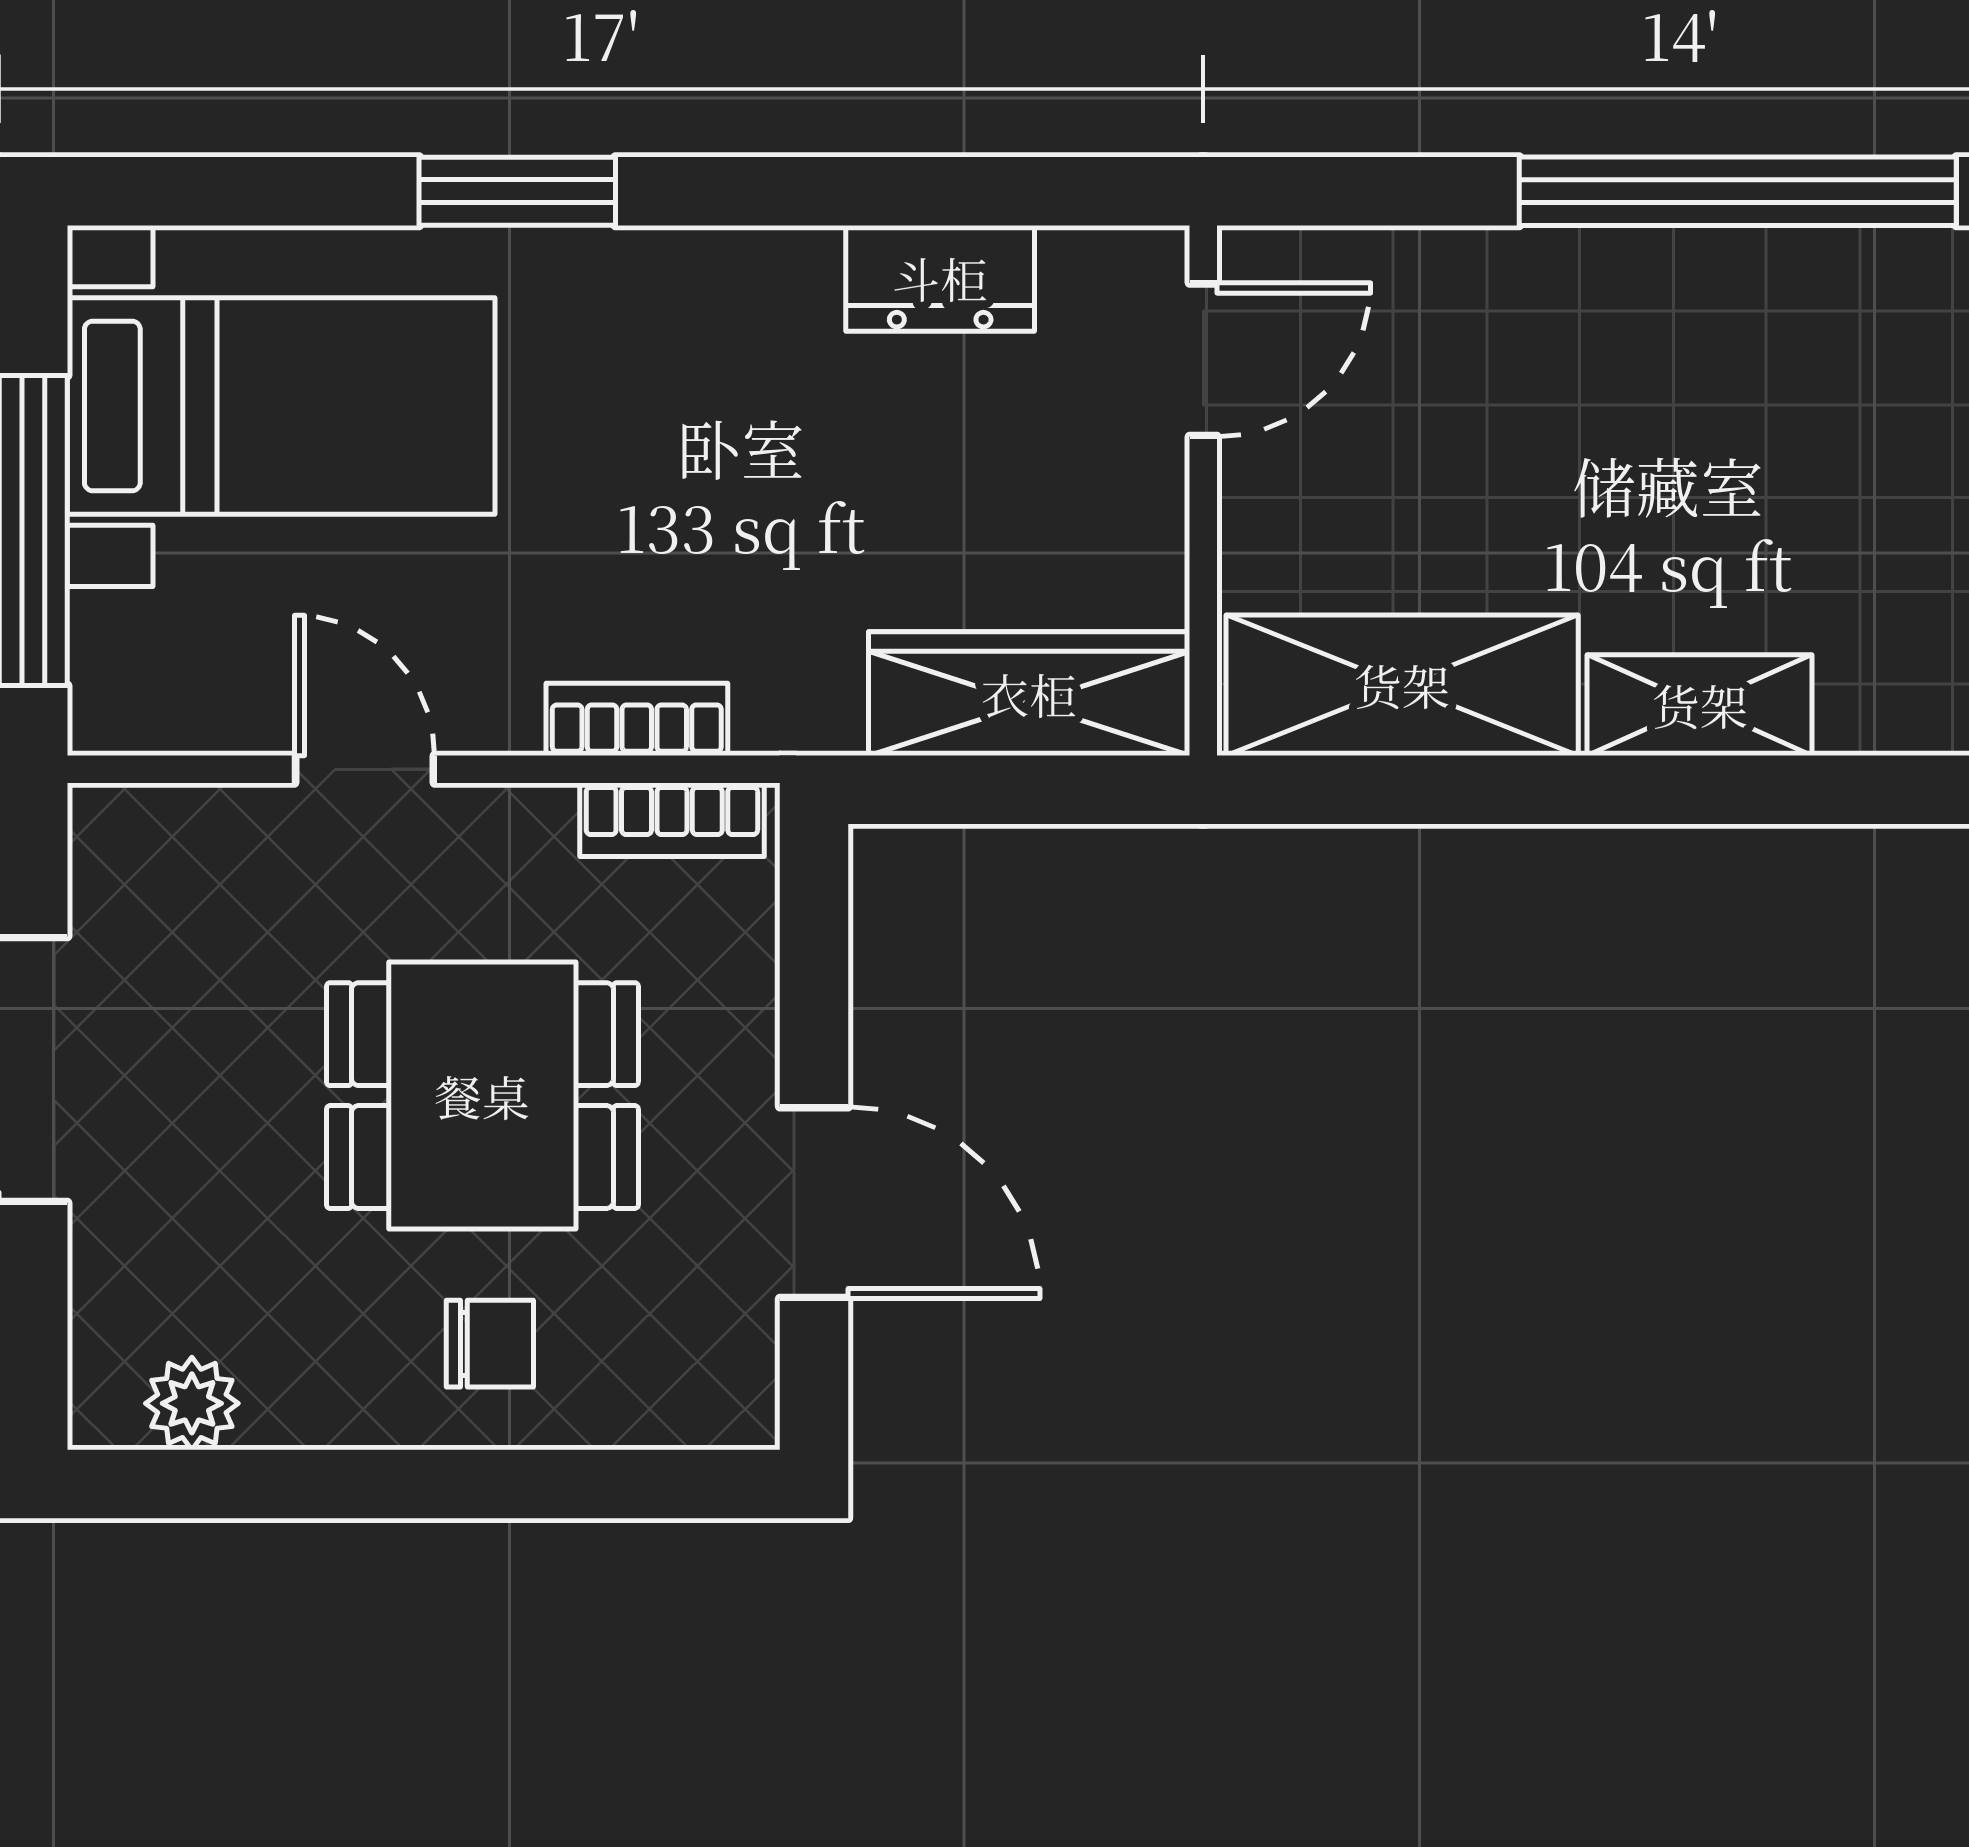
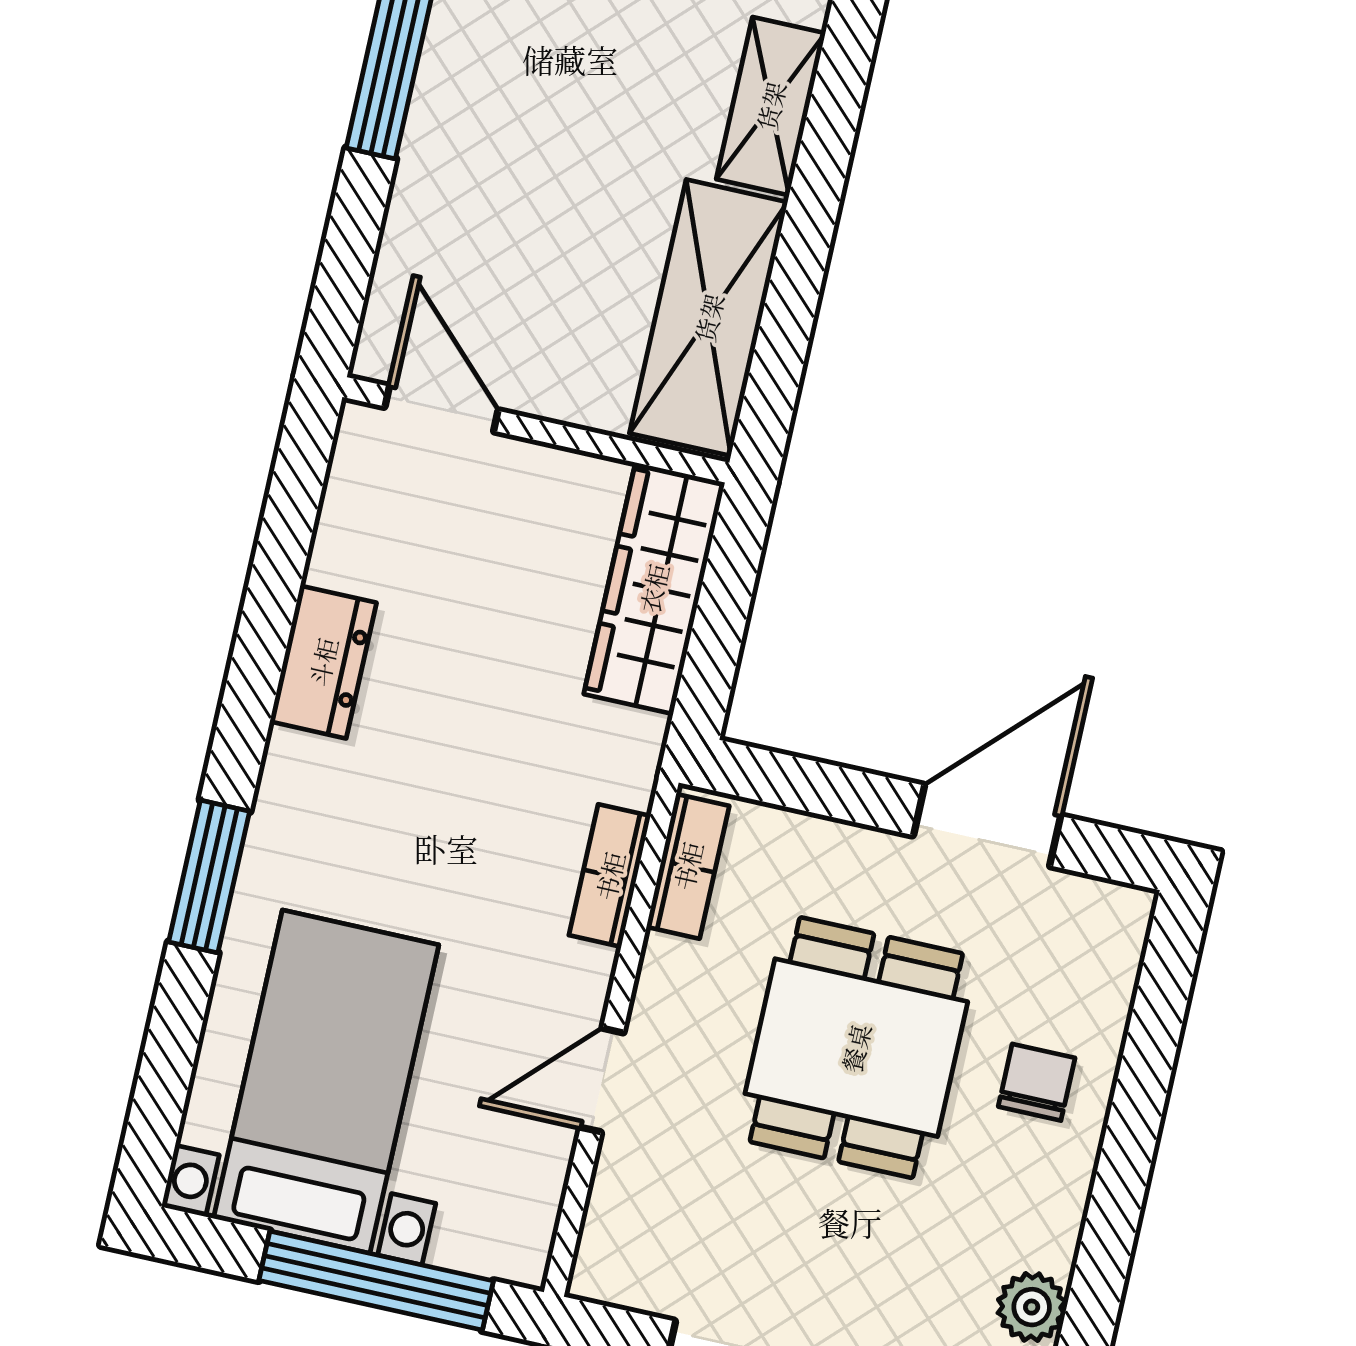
dresser: (940, 278) -> (323, 662), moved

